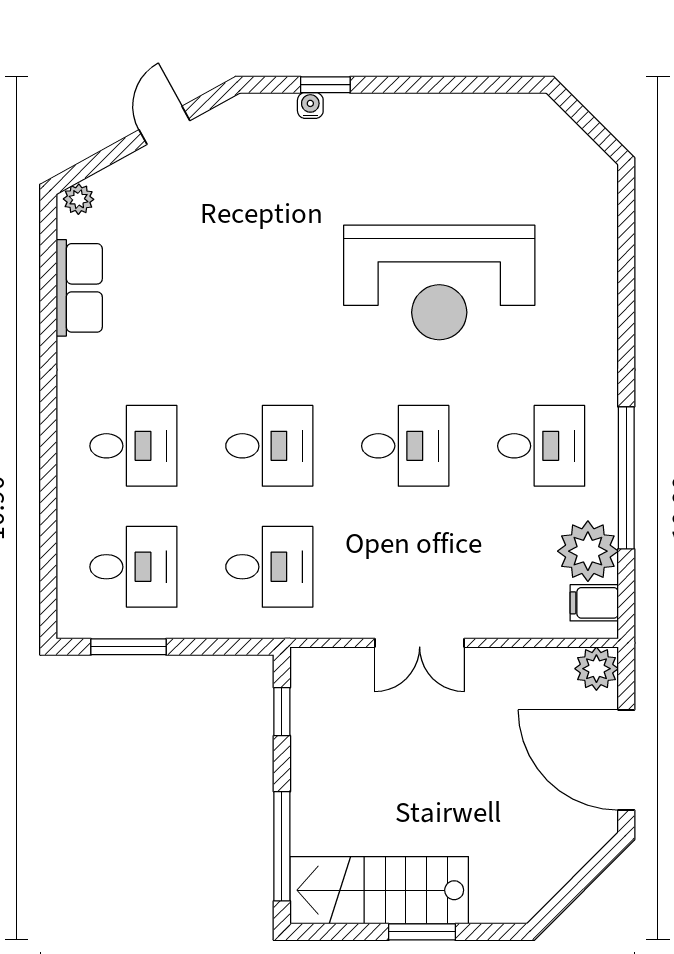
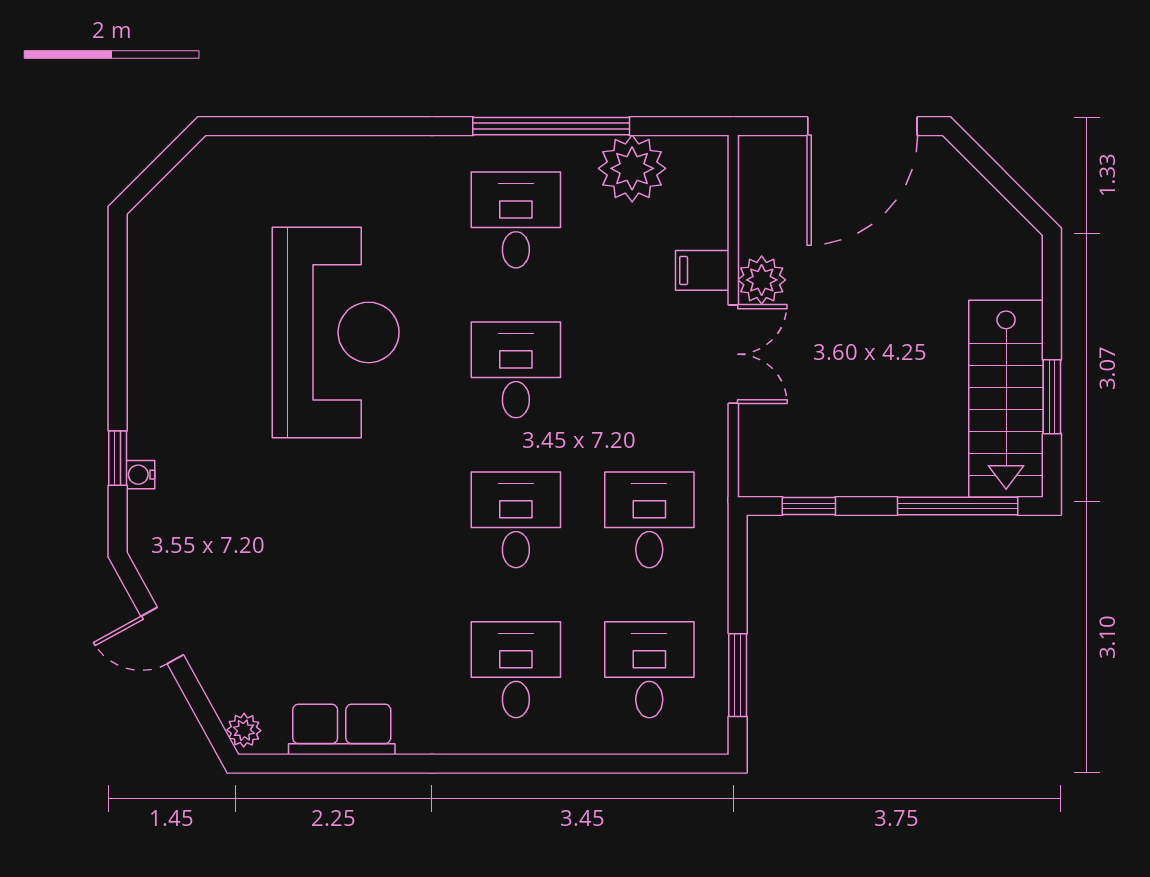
filing cabinet: (594, 603) -> (702, 270), moved, turned 90
plant: (596, 669) -> (762, 280), moved
window: (422, 932) -> (1052, 397), moved

